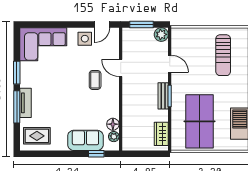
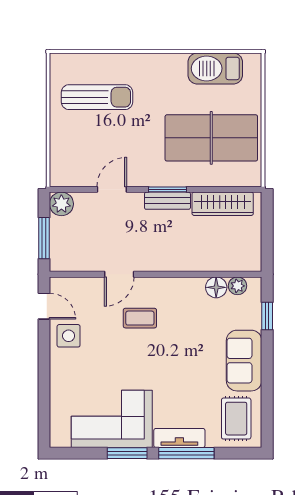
corner sofa: (43, 44) -> (112, 419), moved, turned -90
wardrobe: (161, 134) -> (223, 204), width x1.50
sofa: (85, 140) -> (244, 361), moved

